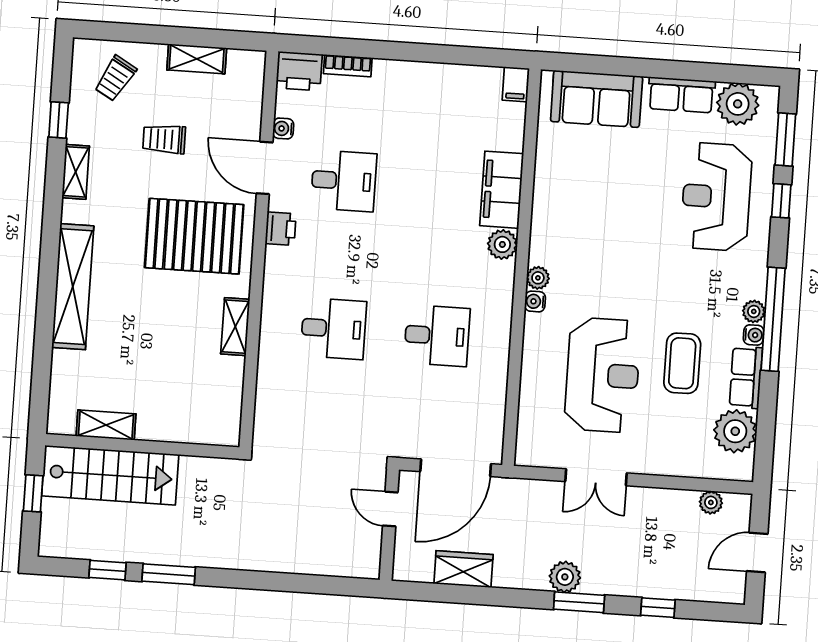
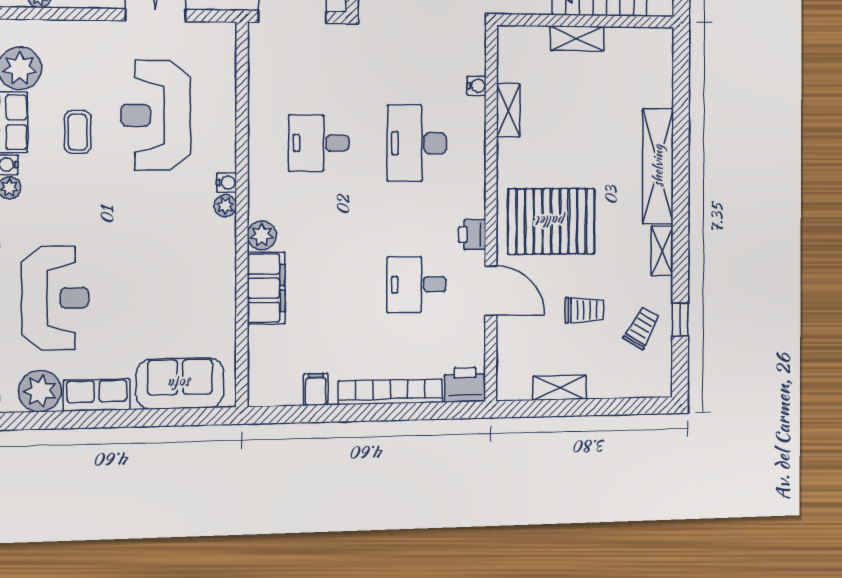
bookcase: (348, 66) -> (390, 392), width x2.31, depth x1.31
trolley: (115, 78) -> (642, 328), moved
filing cabinet: (516, 84) -> (316, 389), moved
water cooler: (283, 129) -> (477, 86), moved
shelving: (76, 172) -> (662, 251), moved
shelving: (235, 327) -> (508, 110), moved
desk: (334, 329) -> (417, 143), width x1.37
coffee table: (682, 363) -> (78, 132), width x0.73, depth x0.77
shelving: (106, 425) -> (577, 39), moved

